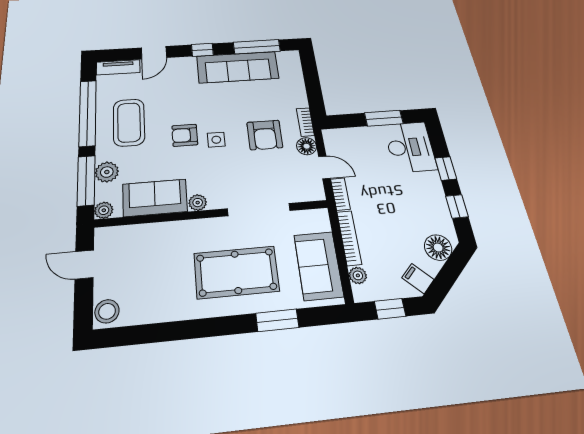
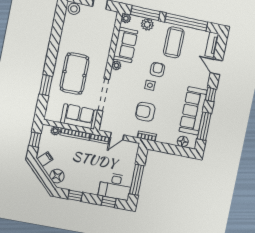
window: (384, 118) -> (137, 180), width x1.44
coffee table: (129, 122) -> (174, 42), turned 90
floor lamp: (307, 146) -> (183, 141), moved
window: (446, 168) -> (109, 202), moved
sofa: (319, 265) -> (79, 117), moved

